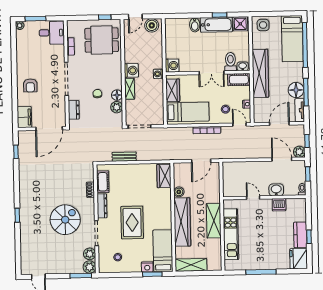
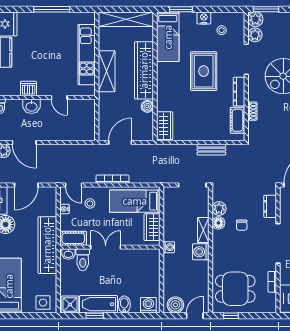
washing machine: (172, 66) -> (148, 305), moved, turned 90
shelving: (191, 265) -> (126, 19), width x1.47
nightstand: (147, 267) -> (204, 18), moved

